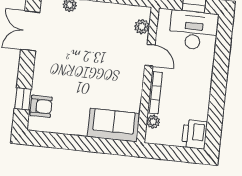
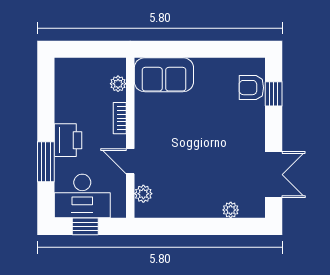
window: (221, 63) -> (46, 162), added
bookcase: (155, 93) -> (120, 118), width x0.64
printer: (195, 134) -> (68, 140), moved

